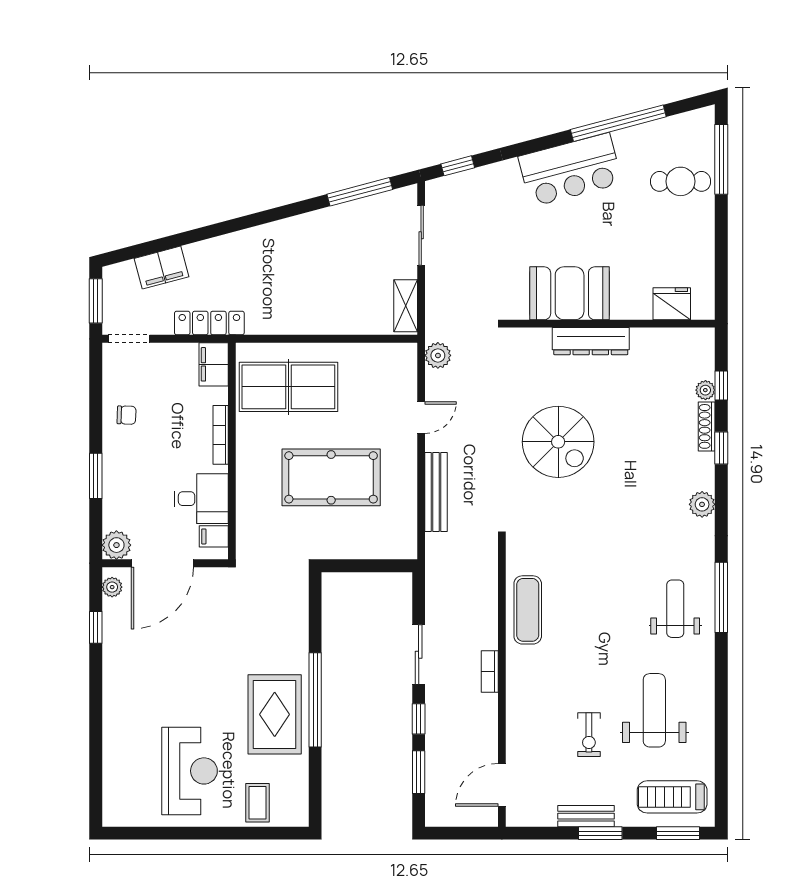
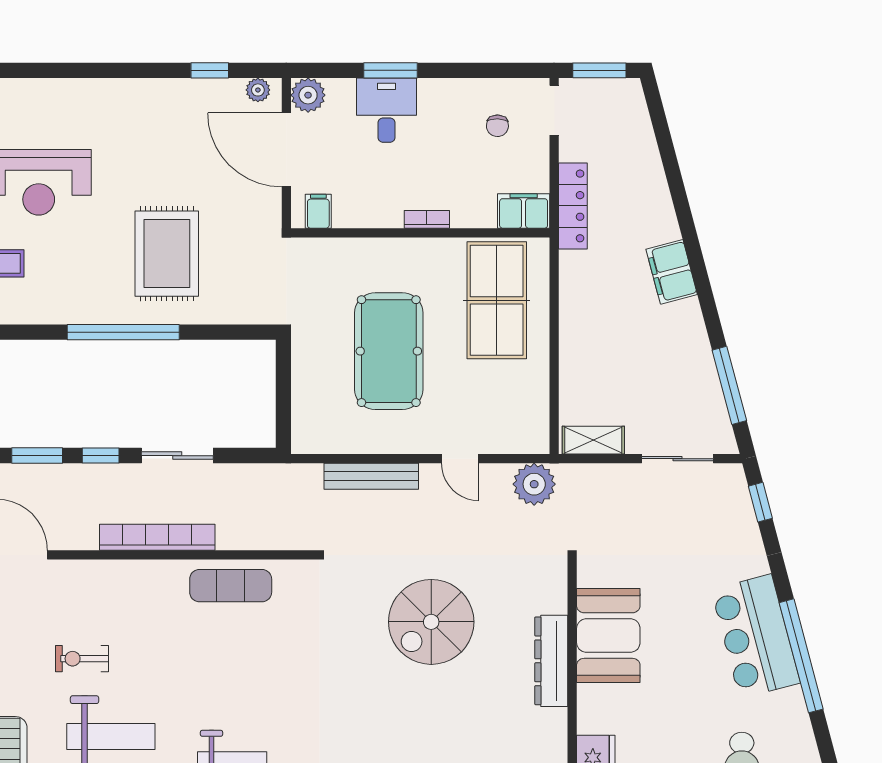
window: (618, 123) -> (801, 656), moved
filing cabinet: (161, 268) -> (672, 272), moved
plant: (438, 355) -> (534, 484), width x1.36, depth x1.36
chair: (127, 415) -> (497, 126), moved
bookcase: (221, 435) -> (427, 219), width x0.64
desk: (201, 499) -> (386, 110), moved, turned 180
bookcase: (490, 671) -> (157, 537), width x2.31, depth x1.31
rug: (275, 714) -> (167, 254), moved, turned 90

